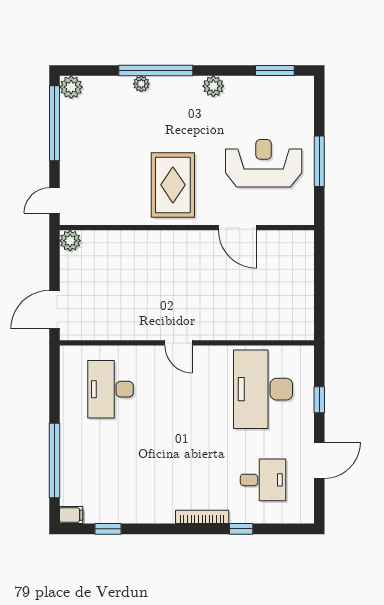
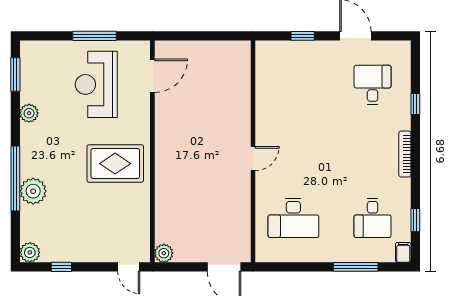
plant: (141, 84) -> (33, 191), width x1.88, depth x1.88
plant: (213, 86) -> (29, 113), moved
window: (54, 123) -> (61, 267), width x0.32
door: (237, 228) -> (152, 76), moved
desk: (263, 389) -> (373, 218), moved, width x0.53, depth x0.77
window: (54, 460) -> (356, 267), width x0.68
bookcase: (202, 517) -> (405, 154), moved

